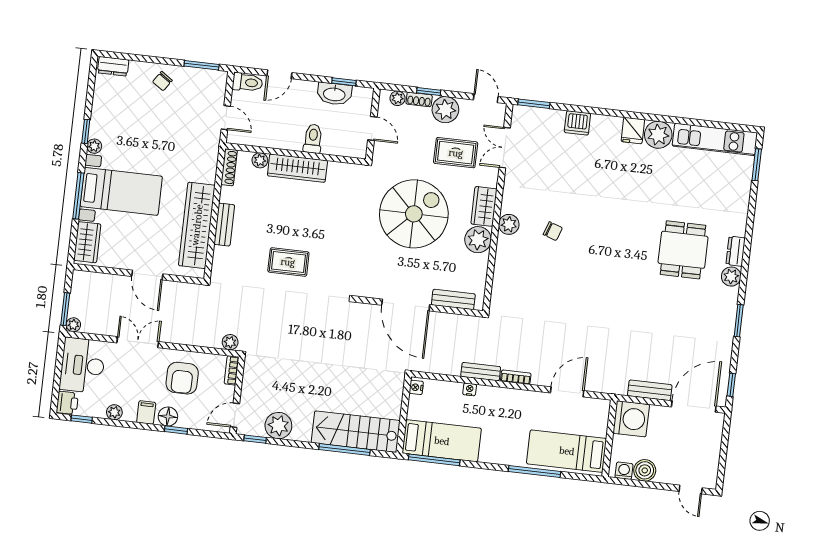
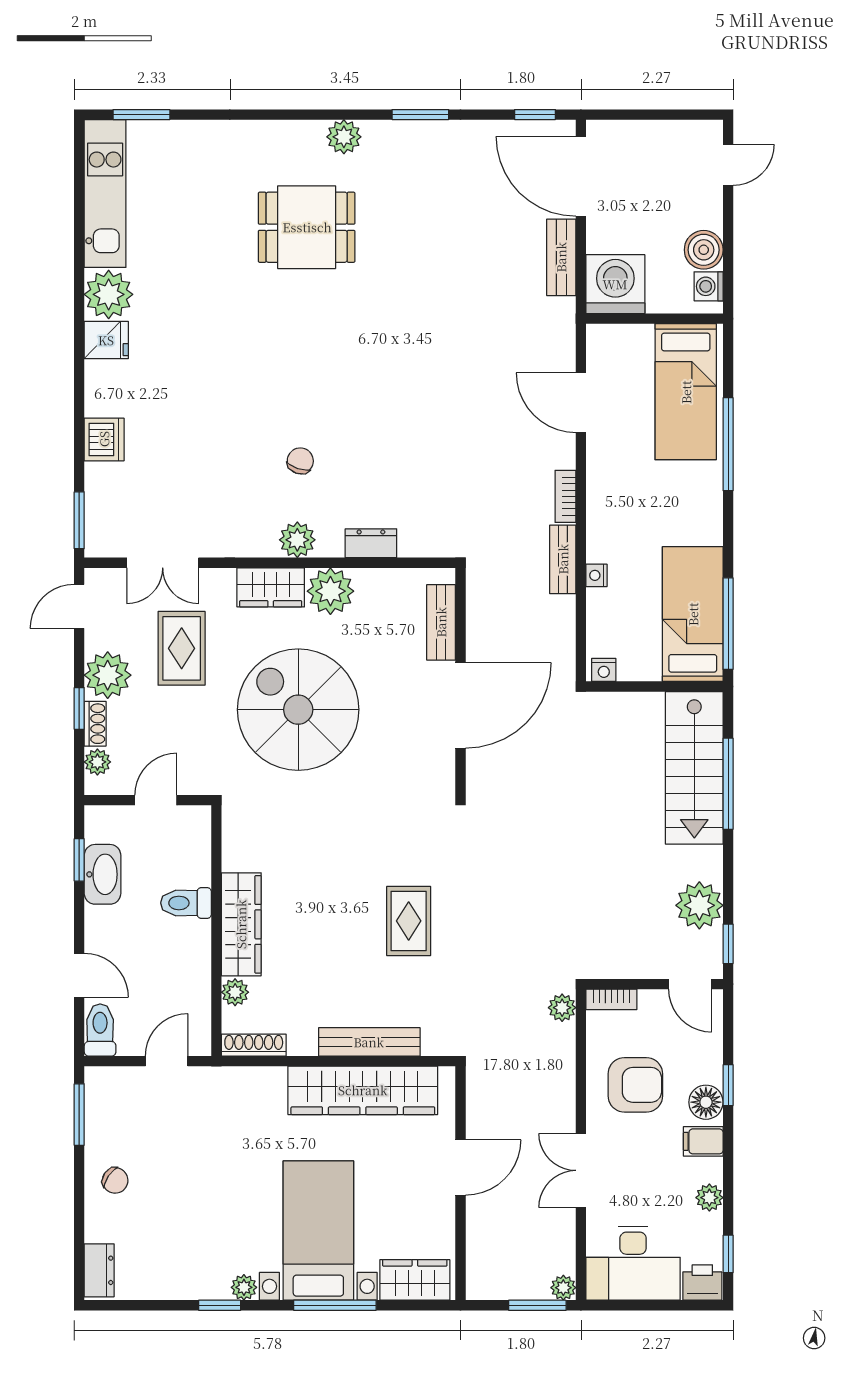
bench: (224, 225) -> (369, 1042), width x1.36
dresser: (736, 251) -> (371, 543), moved, turned 180

